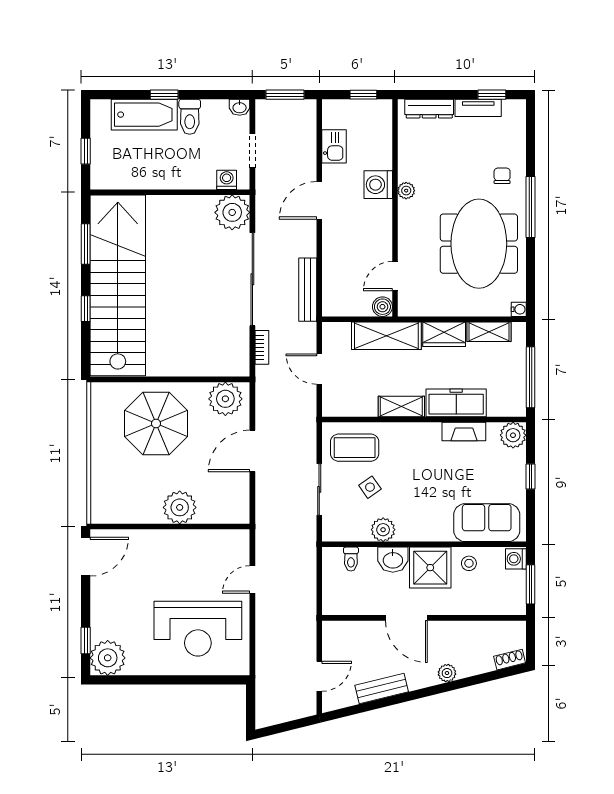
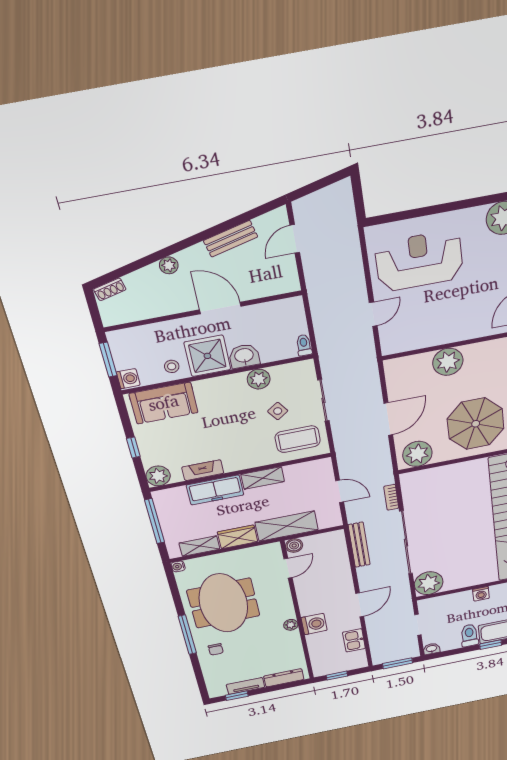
washing machine: (227, 180) -> (481, 594), moved
toilet: (351, 559) -> (304, 345), moved

